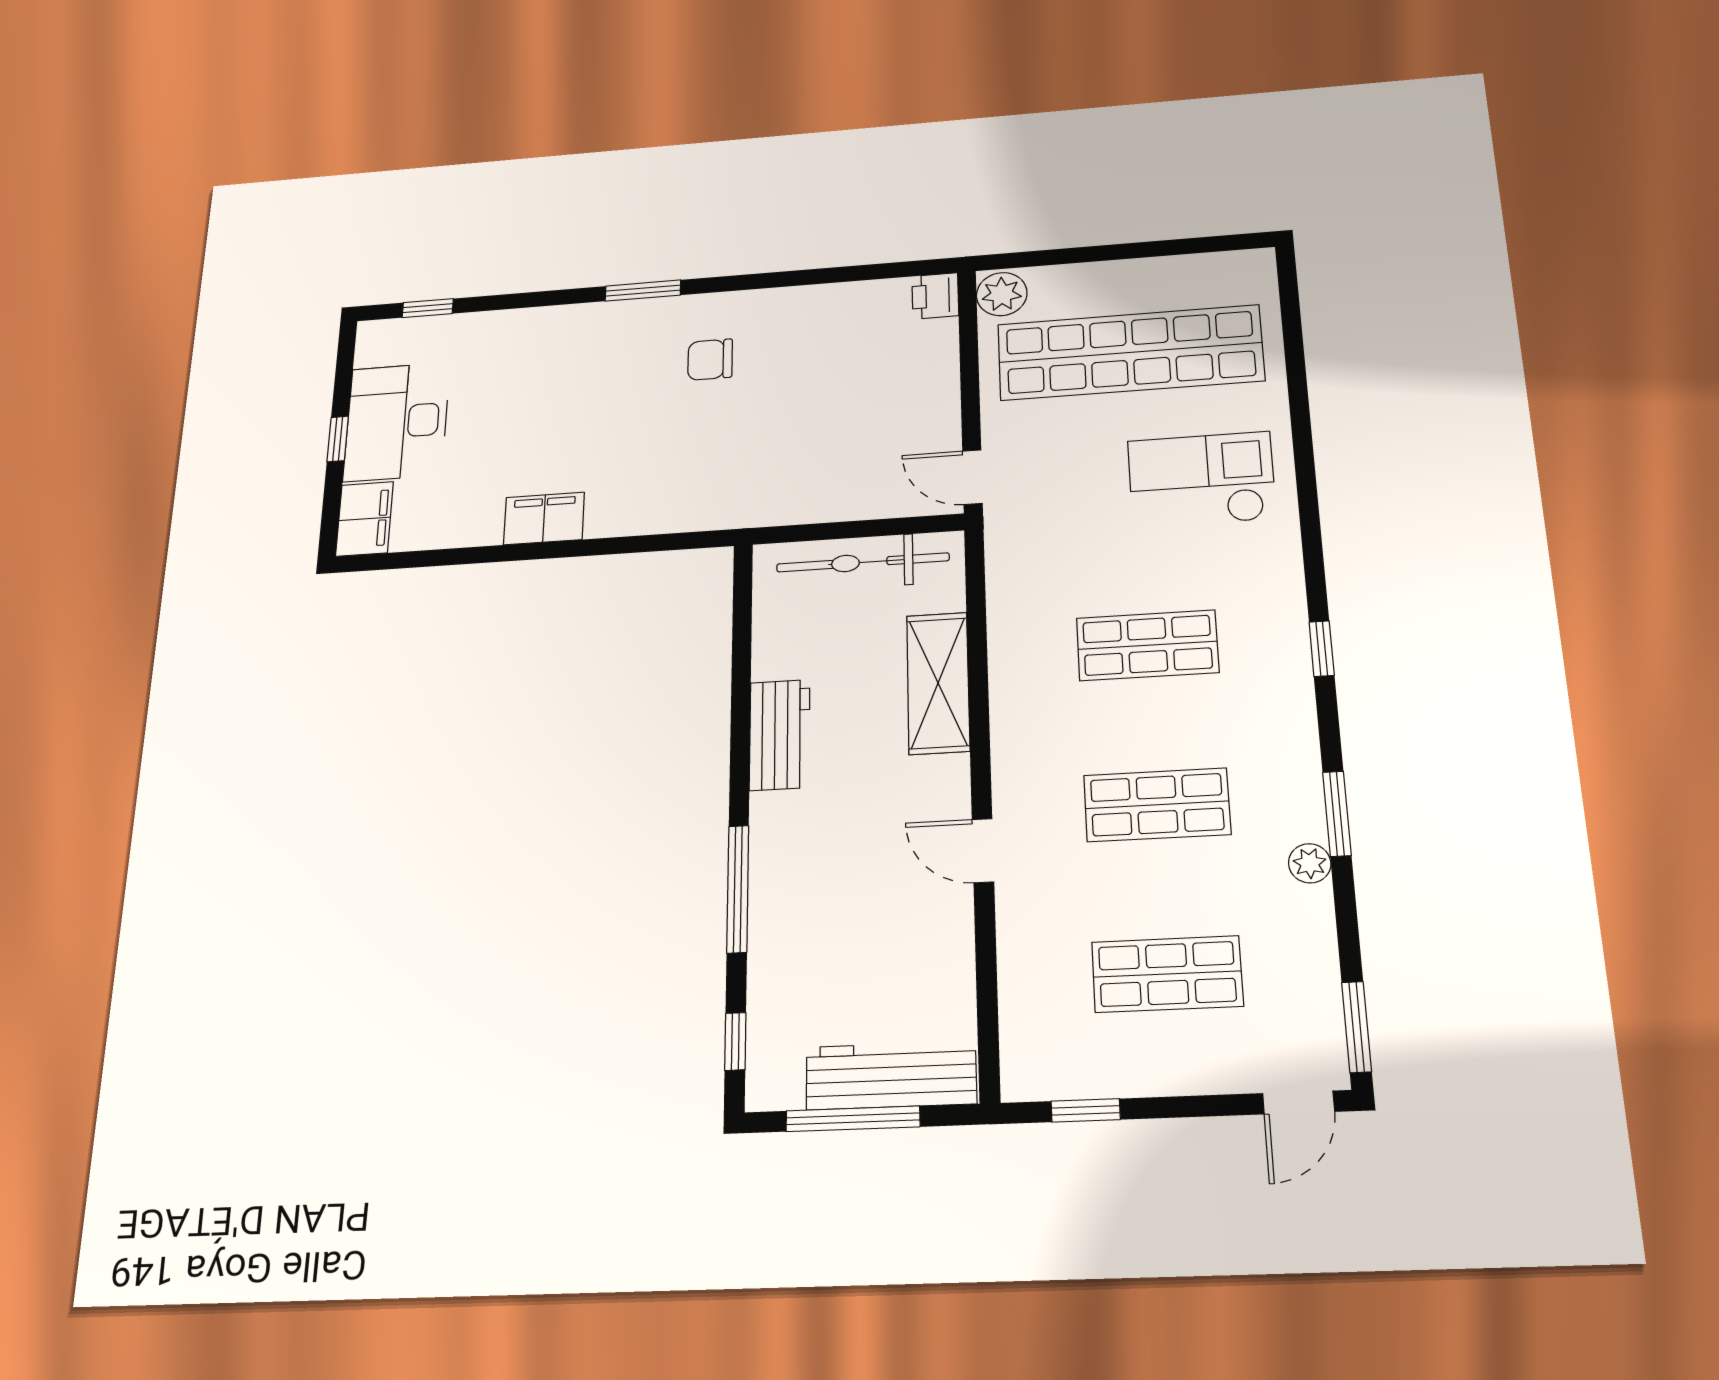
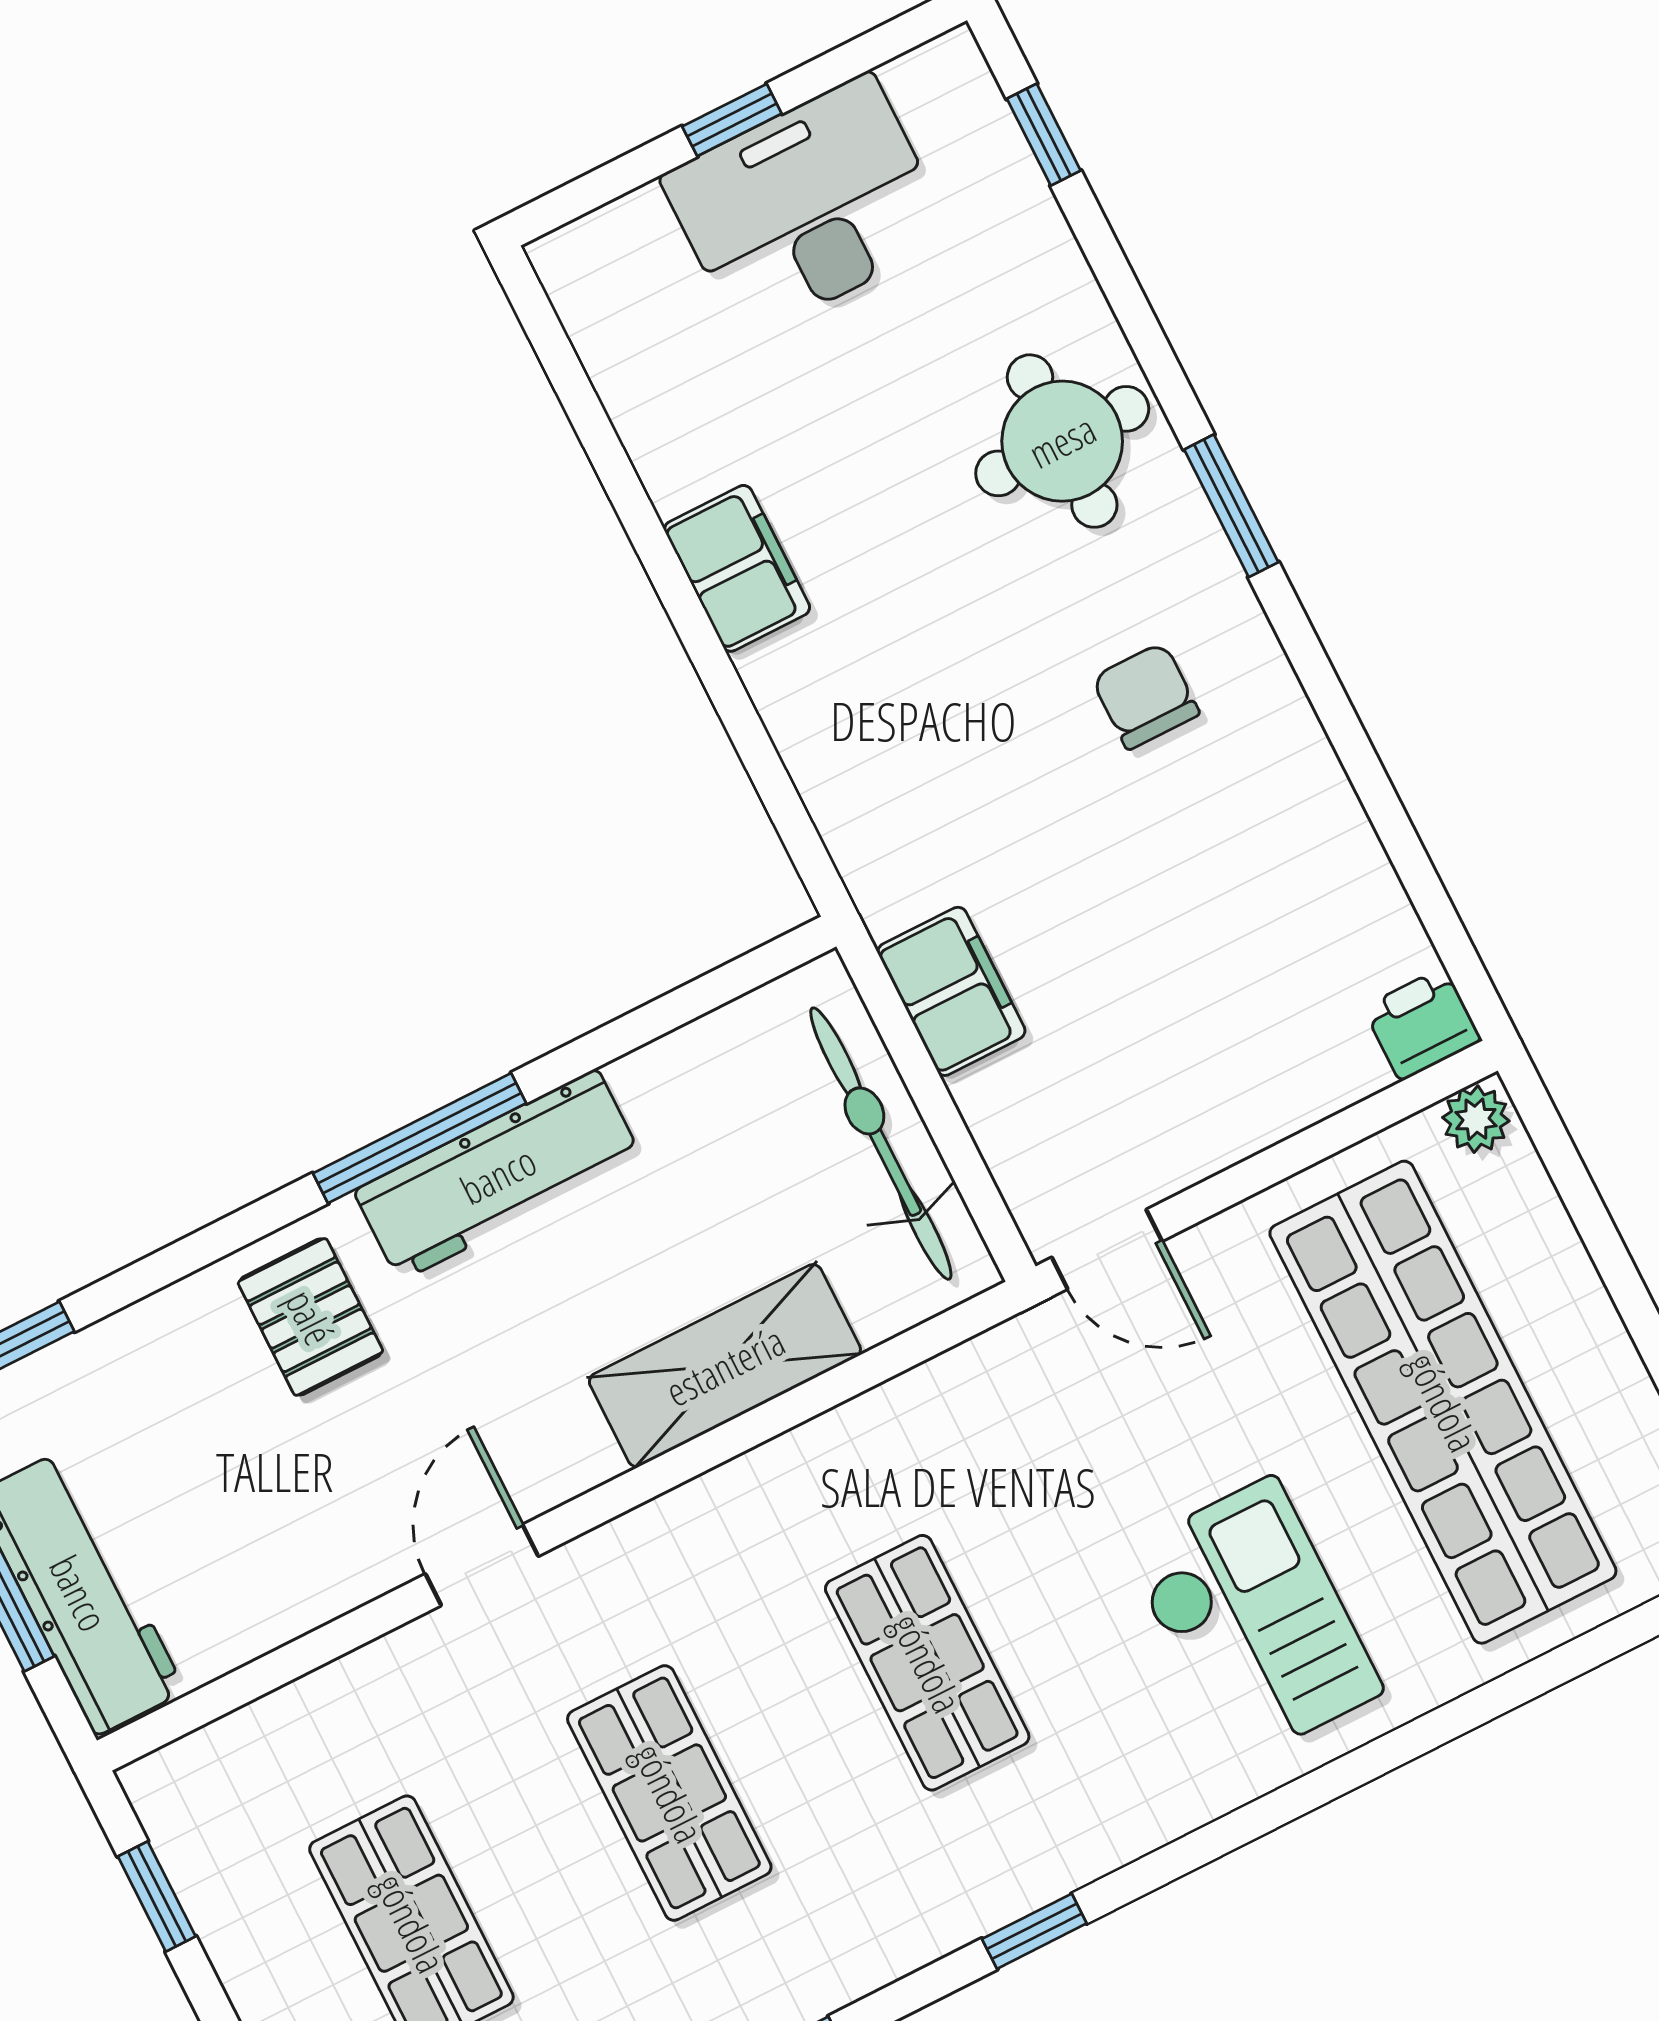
plant: (1002, 294) -> (1476, 1119), width x0.73, depth x0.73
round table: (570, 352) -> (1062, 441), added
door: (972, 477) -> (1107, 1249), swing flipped
filing cabinet: (364, 519) -> (951, 991), moved, turned -90
workbench: (780, 735) -> (498, 1175), width x1.38
pallet: (803, 883) -> (310, 1317), added
window: (738, 889) -> (420, 1138), moved

